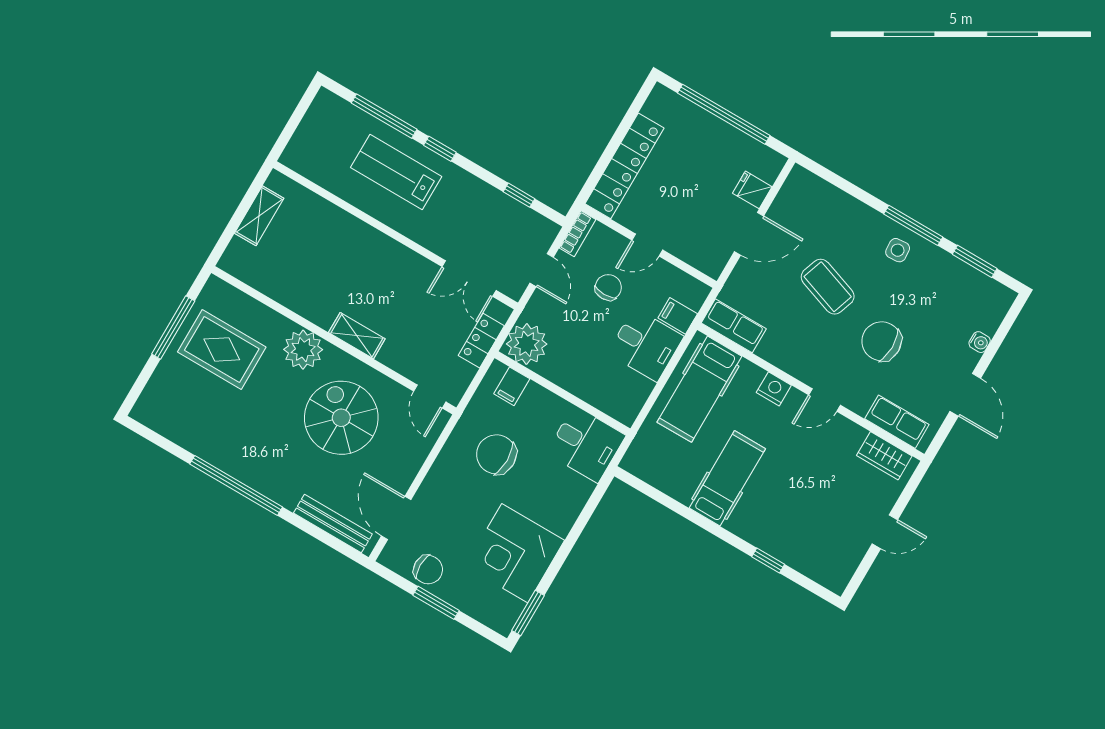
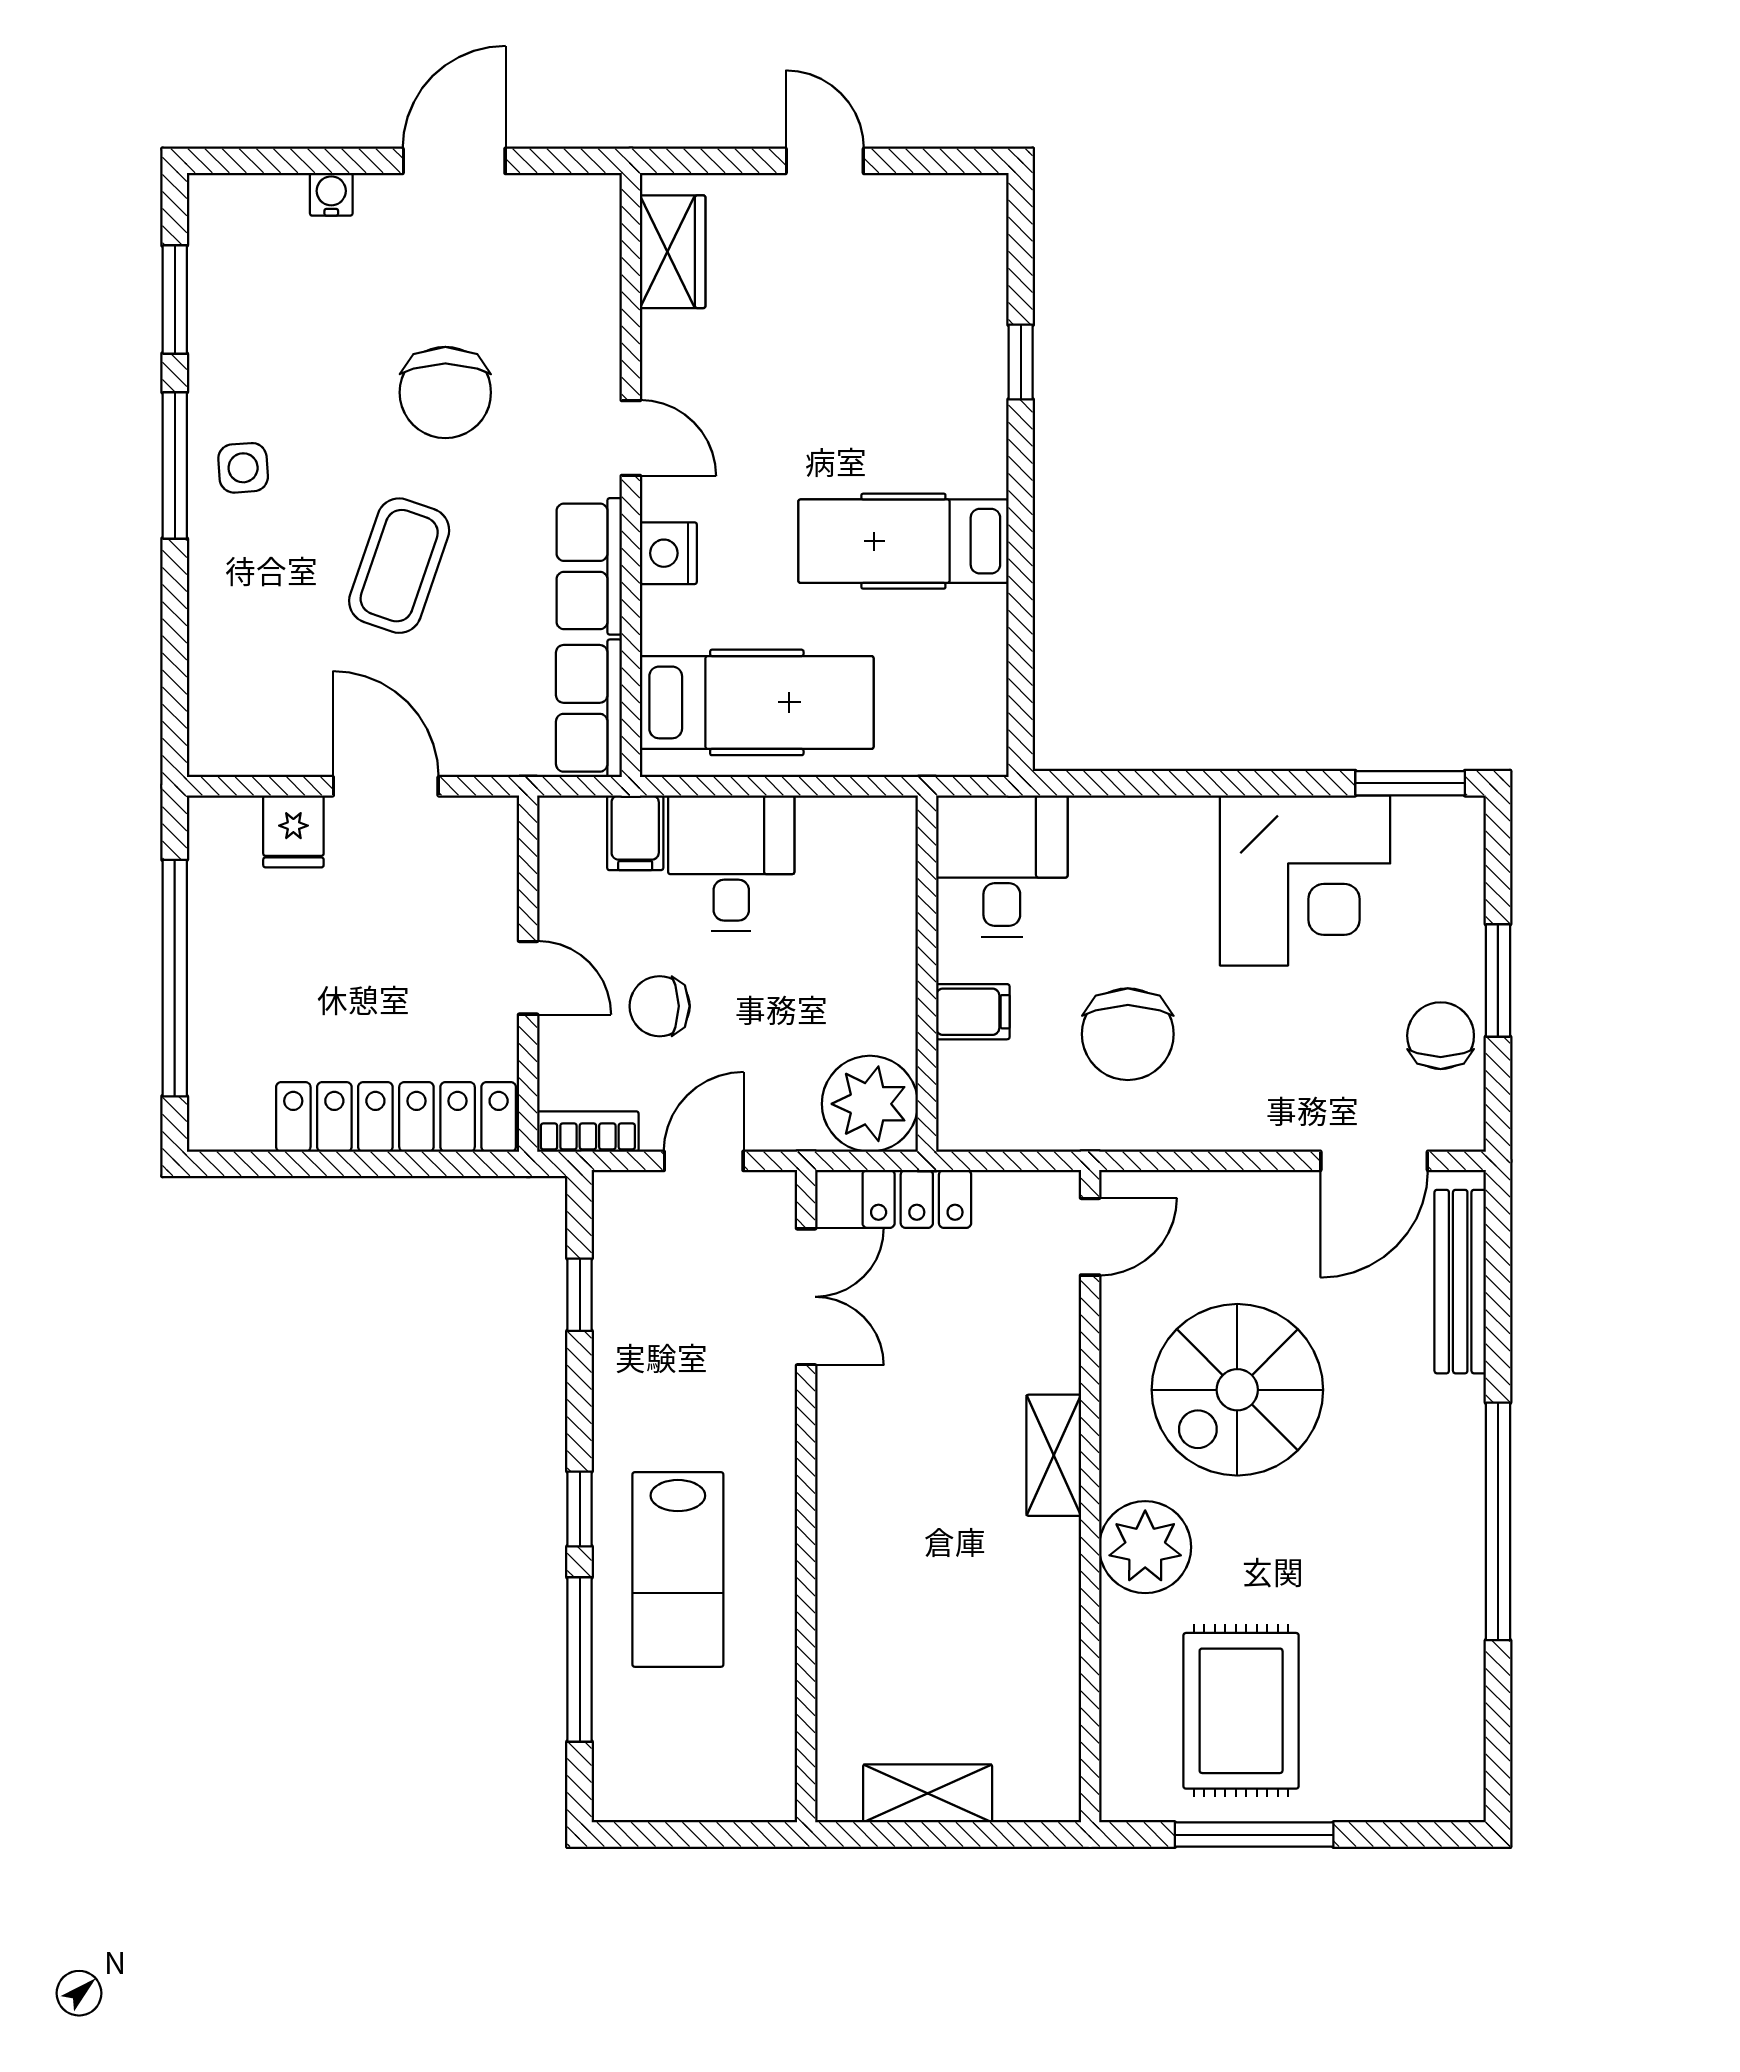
filing cabinet: (512, 386) -> (973, 1012), moved
row of seats: (897, 422) -> (589, 566), moved

